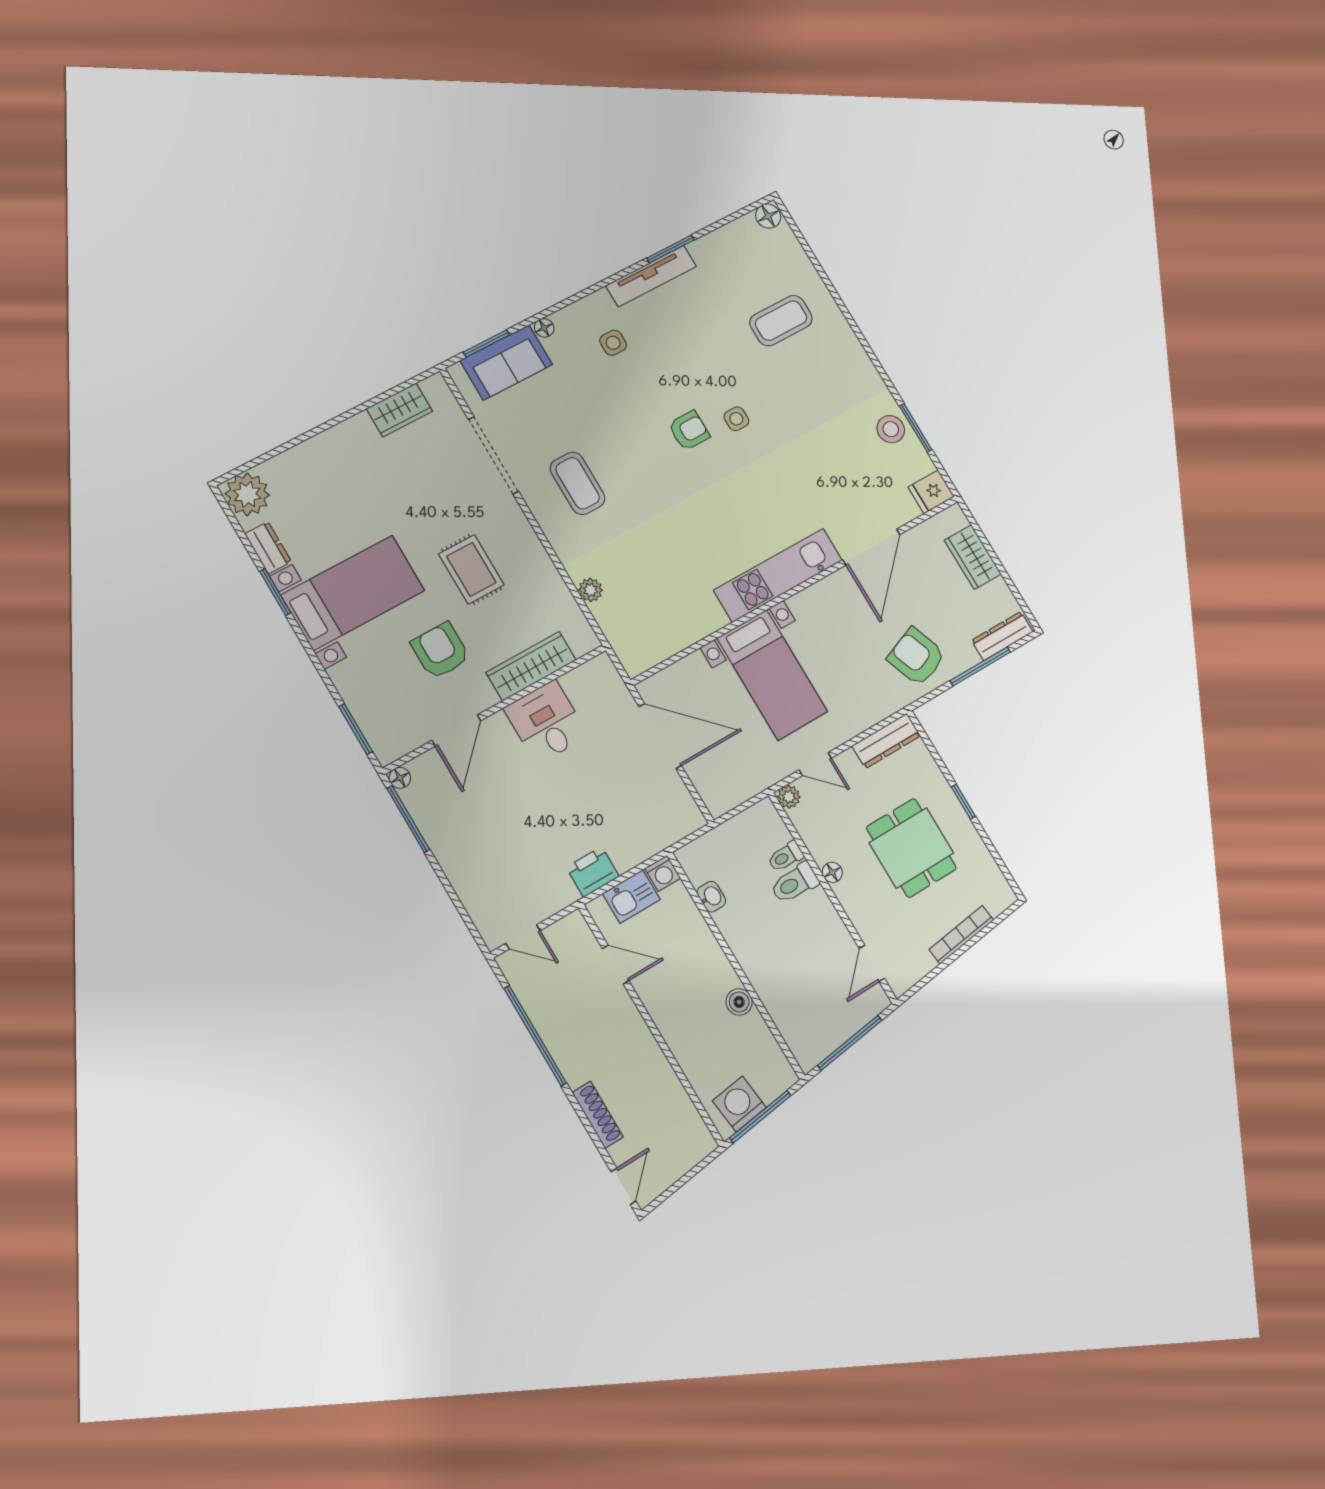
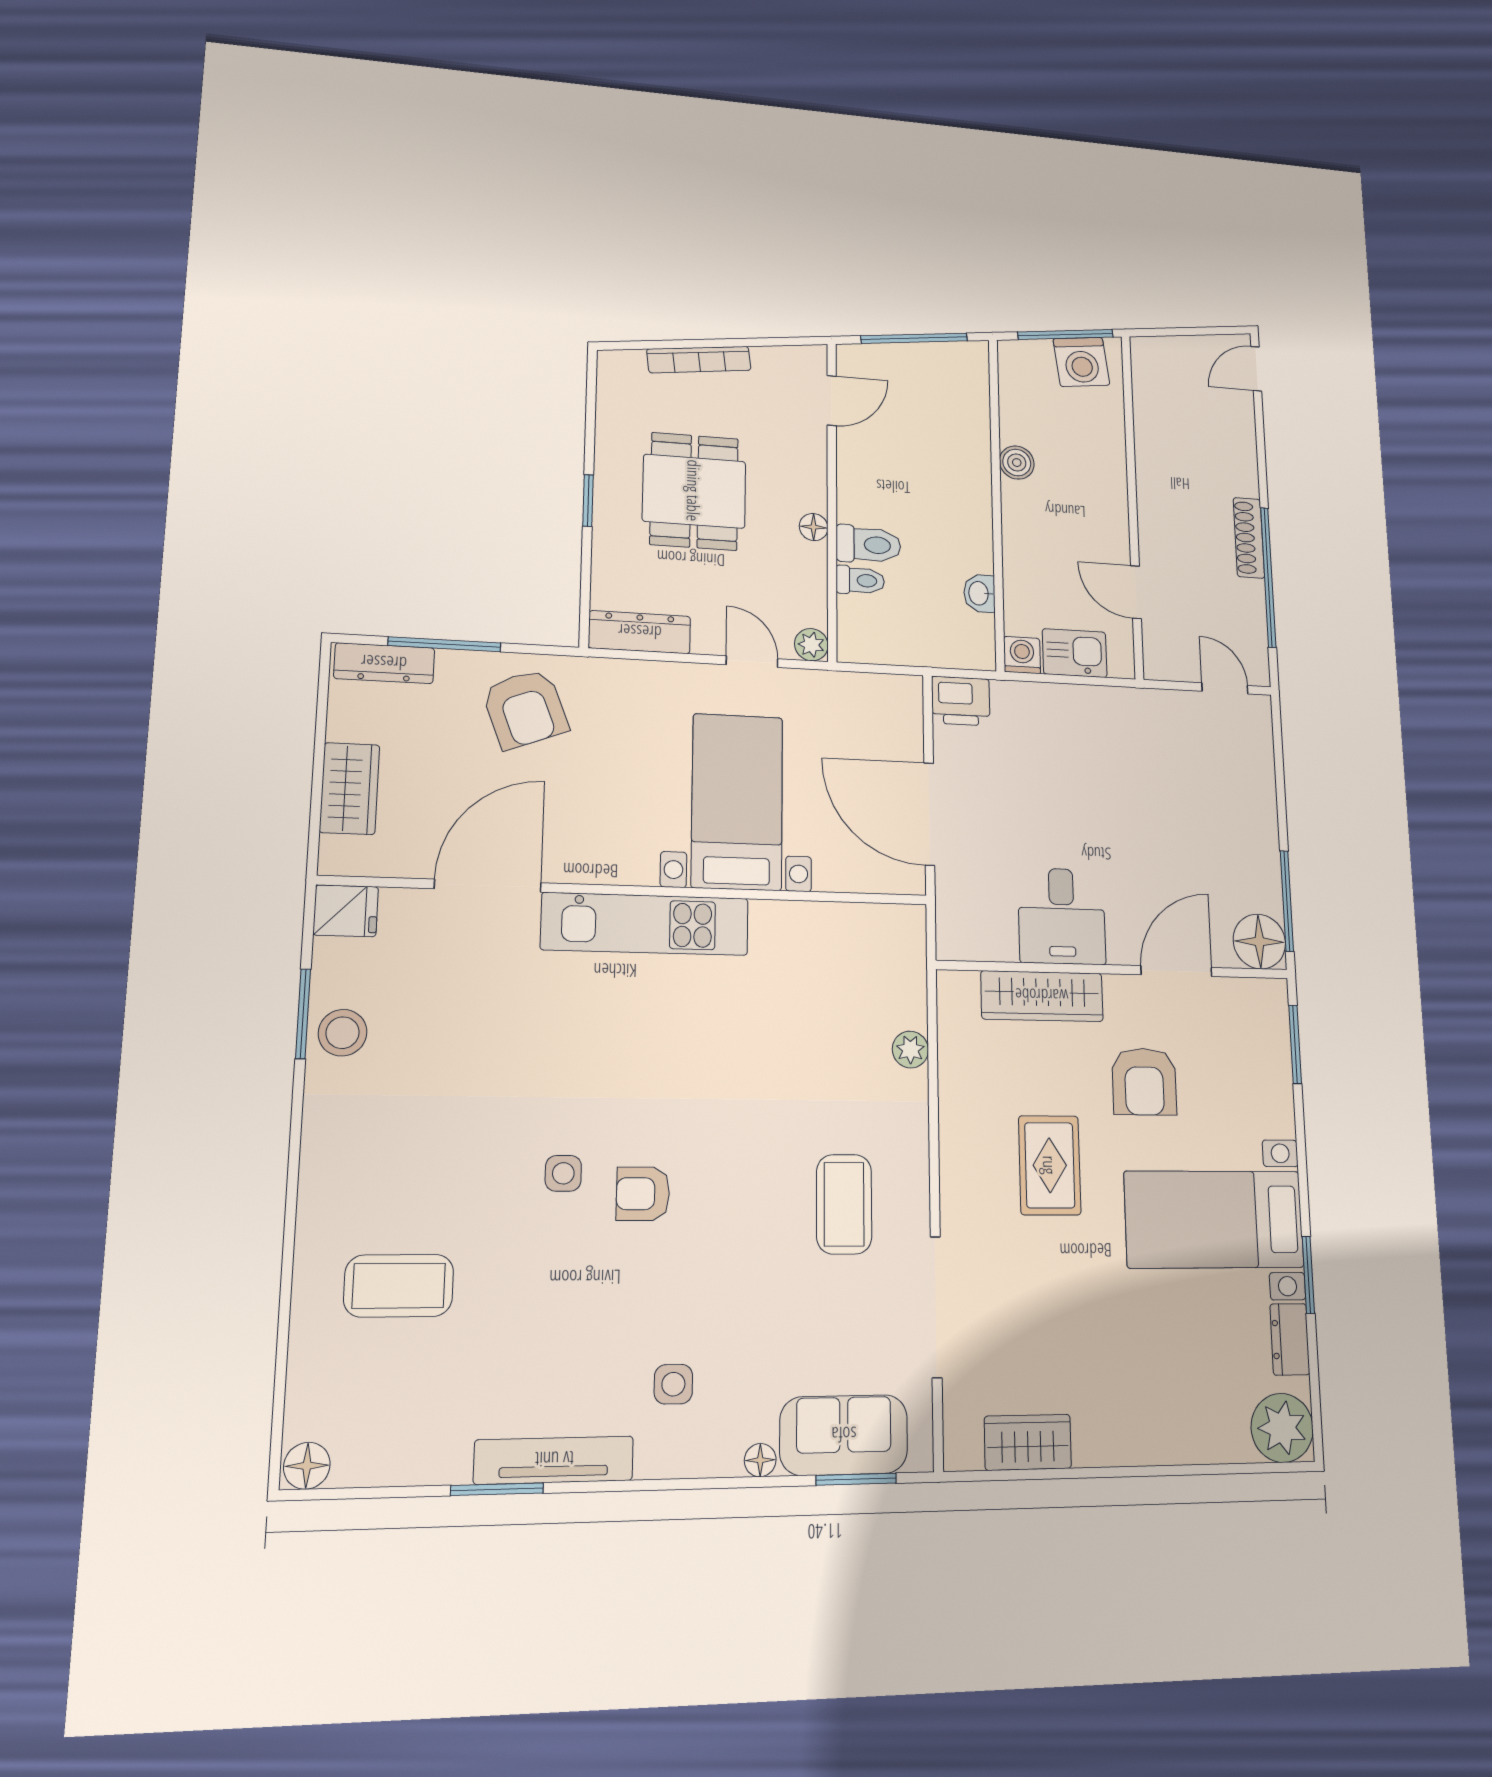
floor lamp: (400, 778) -> (1259, 942), width x1.89, depth x1.89
printer: (593, 872) -> (961, 701), moved
shoe rack: (598, 1115) -> (1249, 538), moved

